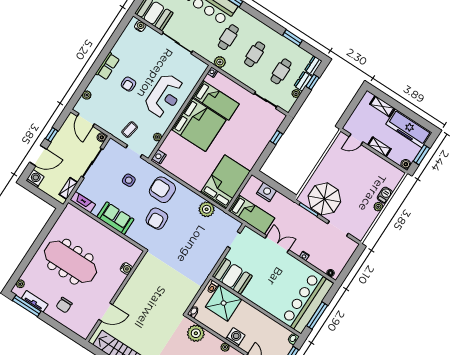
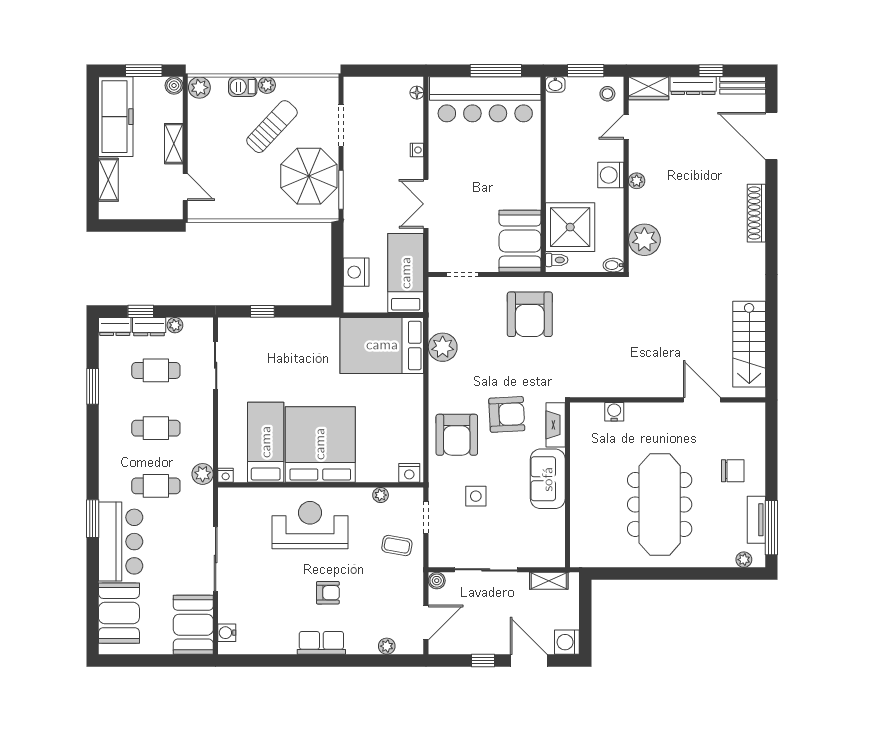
plant: (397, 175) -> (199, 88), added
sun lounger: (358, 197) -> (272, 127), added
fireplace: (83, 202) -> (556, 425), moved
armchair: (196, 259) -> (530, 314), added

